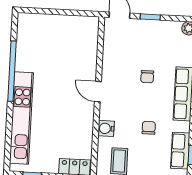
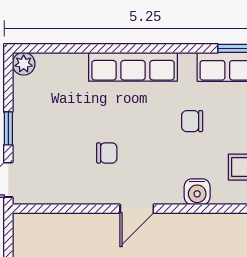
chair: (147, 77) -> (107, 153), moved

